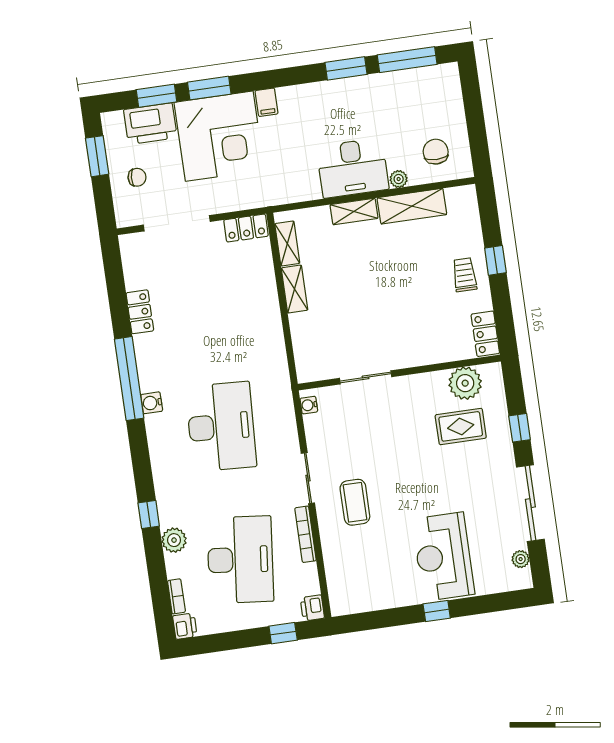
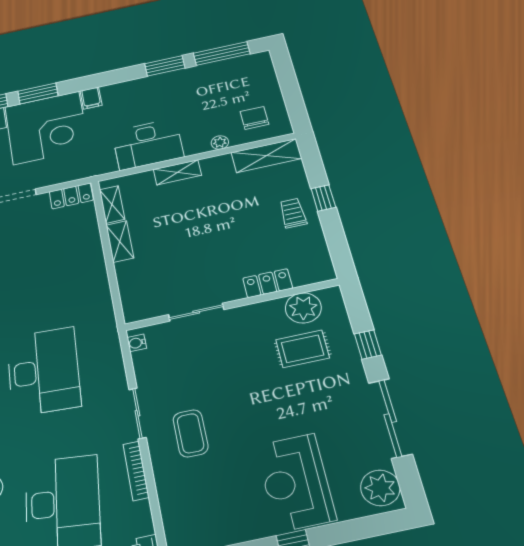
desk: (353, 168) -> (148, 144), moved
shelving: (412, 206) -> (266, 156), moved
locker: (485, 334) -> (268, 283), moved, turned 90
plant: (521, 559) -> (380, 488), width x1.88, depth x1.88

